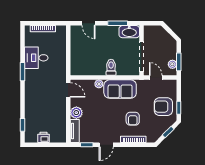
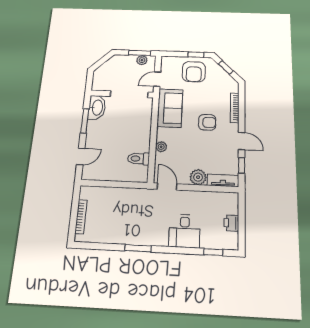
desk: (36, 58) -> (184, 231), moved
toilet: (111, 67) -> (138, 159), moved
sofa: (120, 89) -> (170, 108), moved
door: (68, 90) -> (167, 187), hinge flipped
armchair: (133, 119) -> (207, 122), moved

